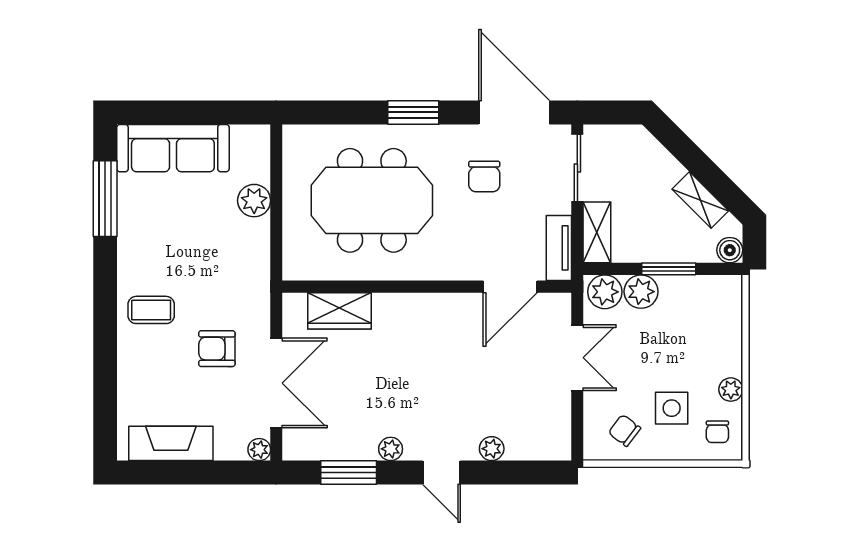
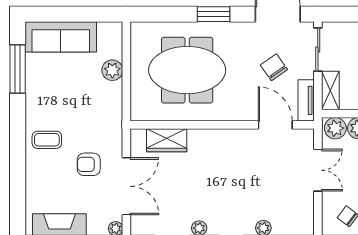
chair: (484, 177) -> (274, 67), moved, turned 145
door: (510, 287) -> (275, 125), swing flipped

